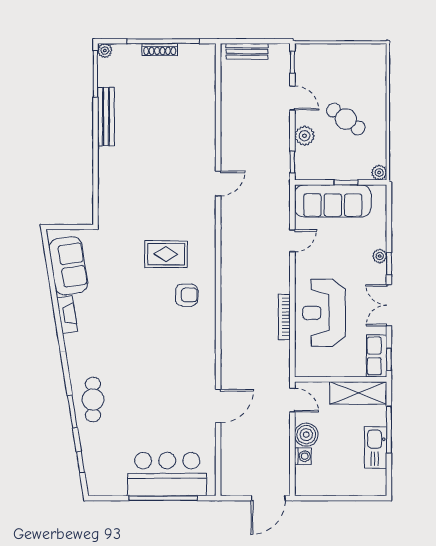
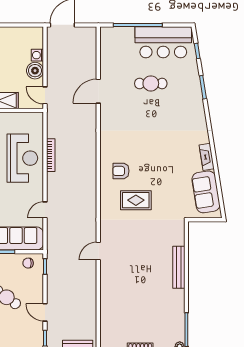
bench: (106, 117) -> (179, 267), moved
plant: (304, 136) -> (36, 285), removed
chair: (316, 167) -> (28, 263), added
cafe table: (93, 400) -> (151, 83), moved, turned 90
bar counter: (167, 474) -> (163, 42), moved

